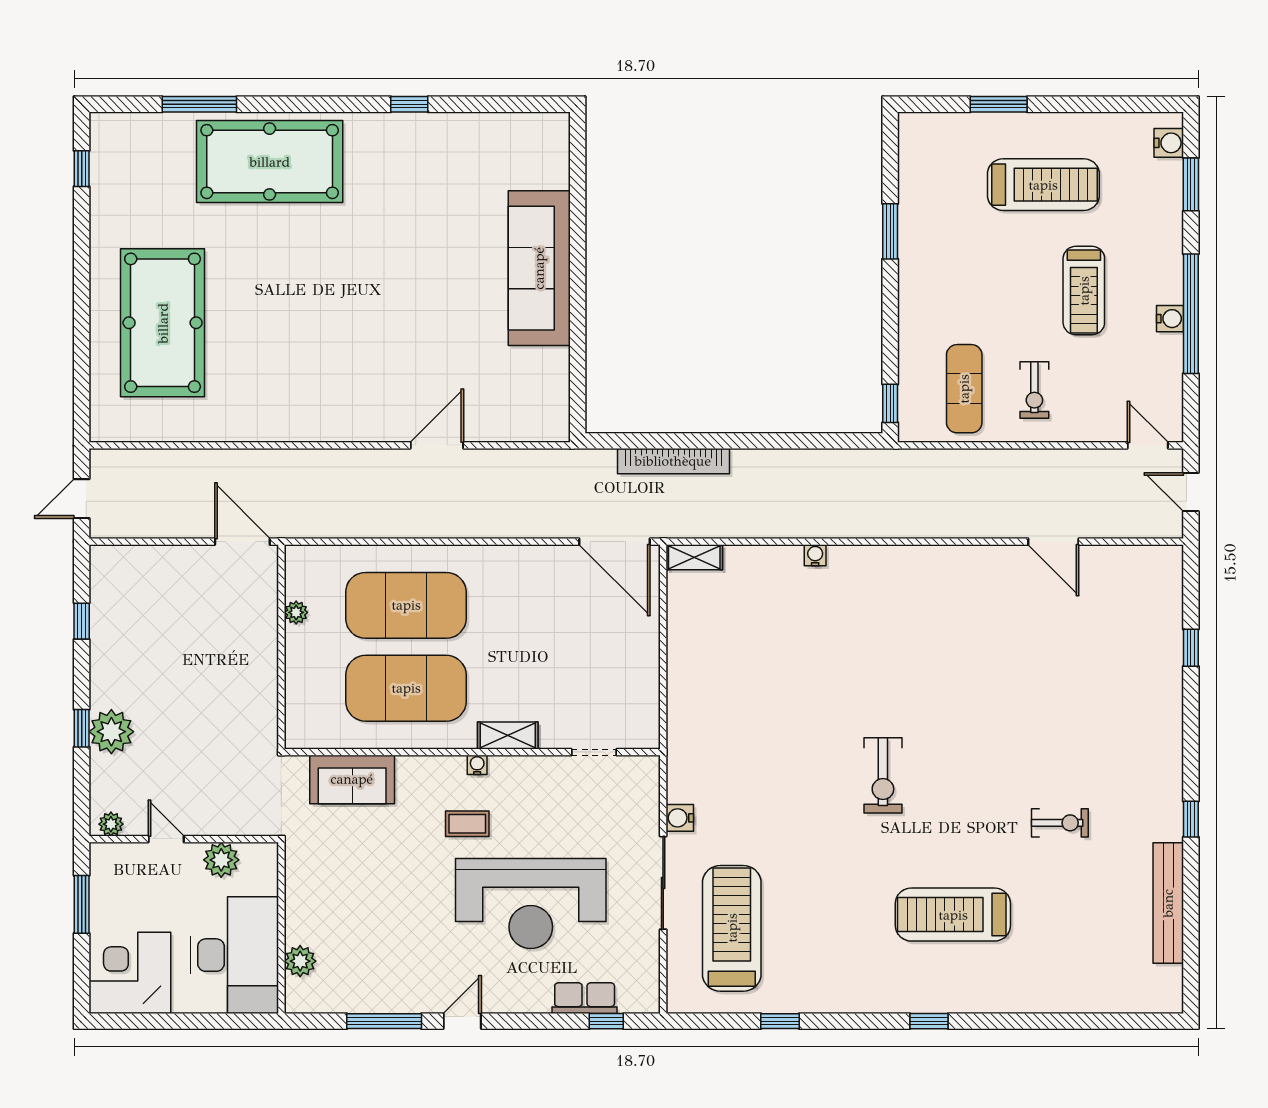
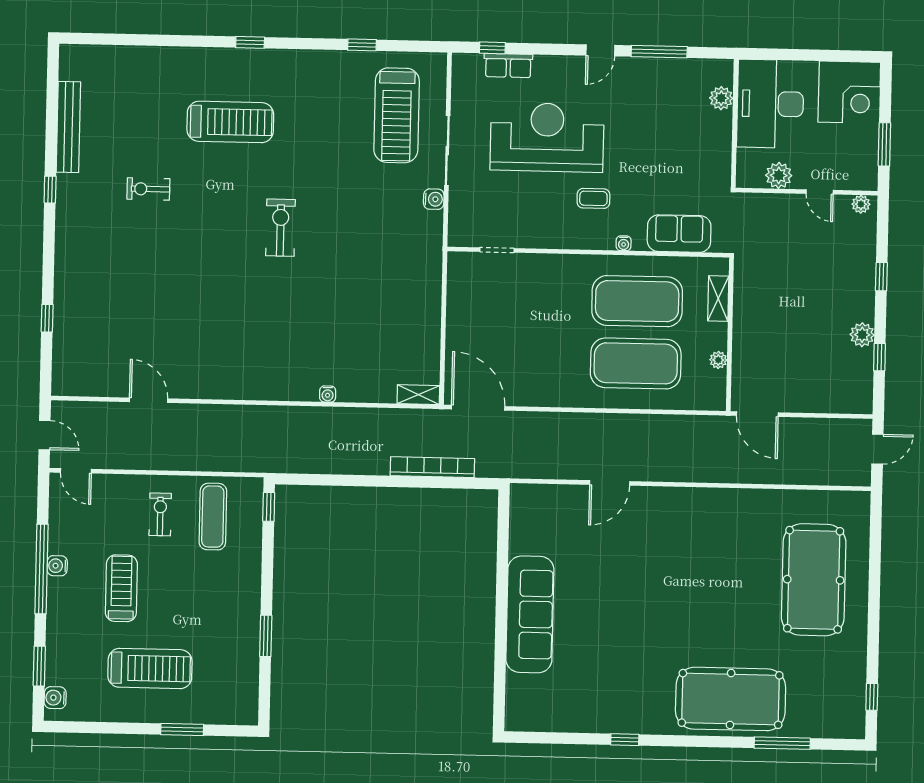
treadmill: (1043, 185) -> (150, 668), turned 180
plant: (111, 732) -> (862, 335), moved, width x0.73, depth x0.73
shelving: (508, 736) -> (718, 298), moved, turned 90
water cooler: (477, 765) -> (624, 243), moved

